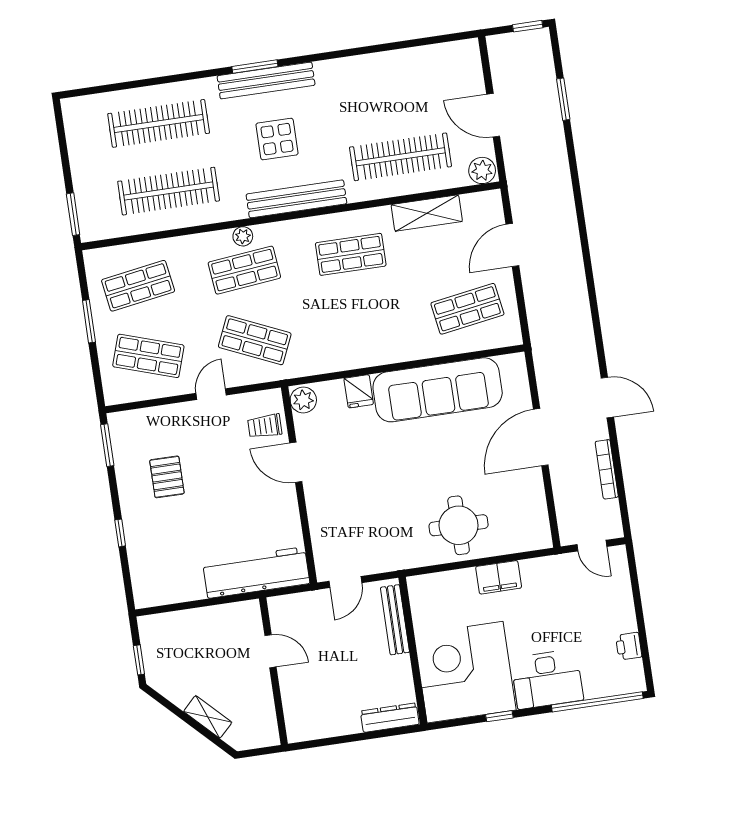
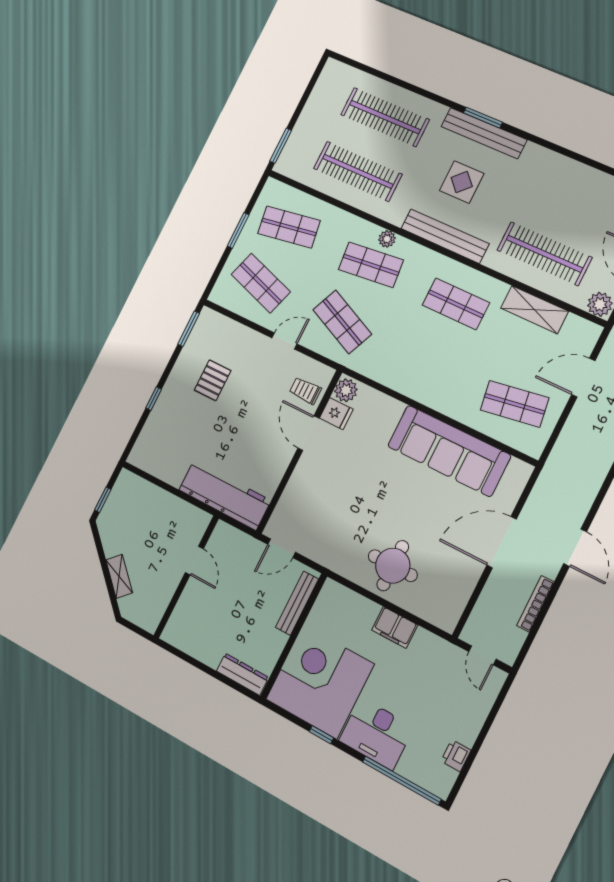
fridge: (359, 391) -> (336, 414), moved, turned -90

